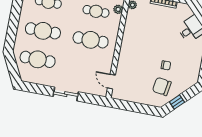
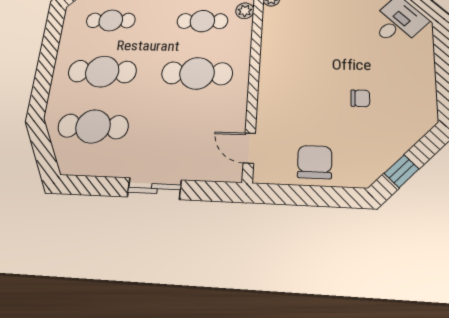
chair: (162, 86) -> (315, 162), moved, turned 81

